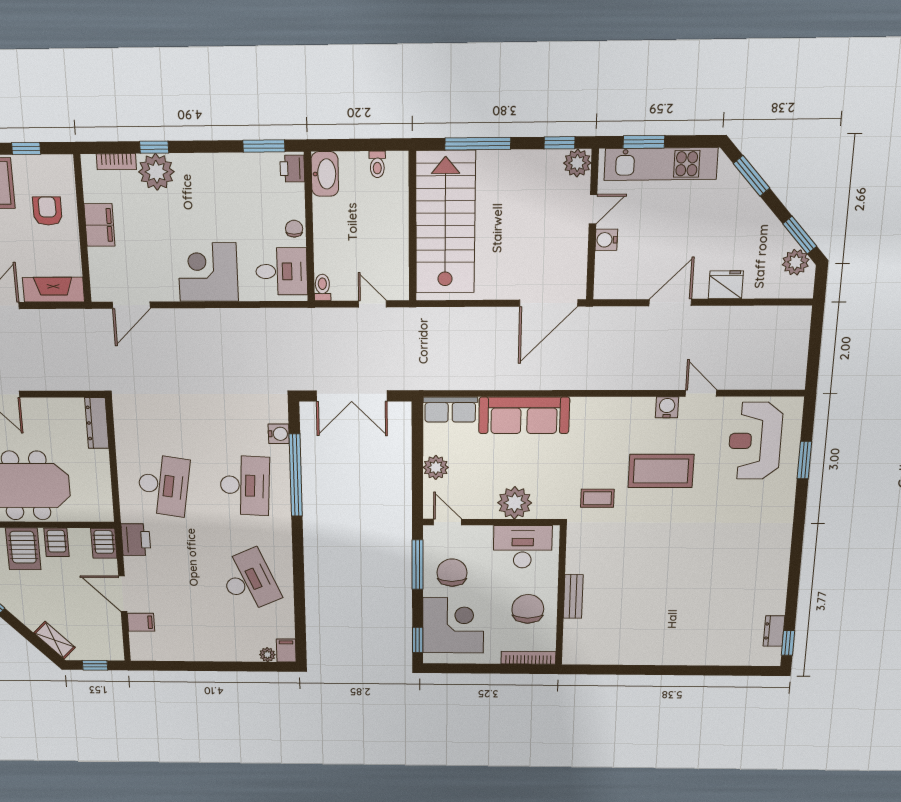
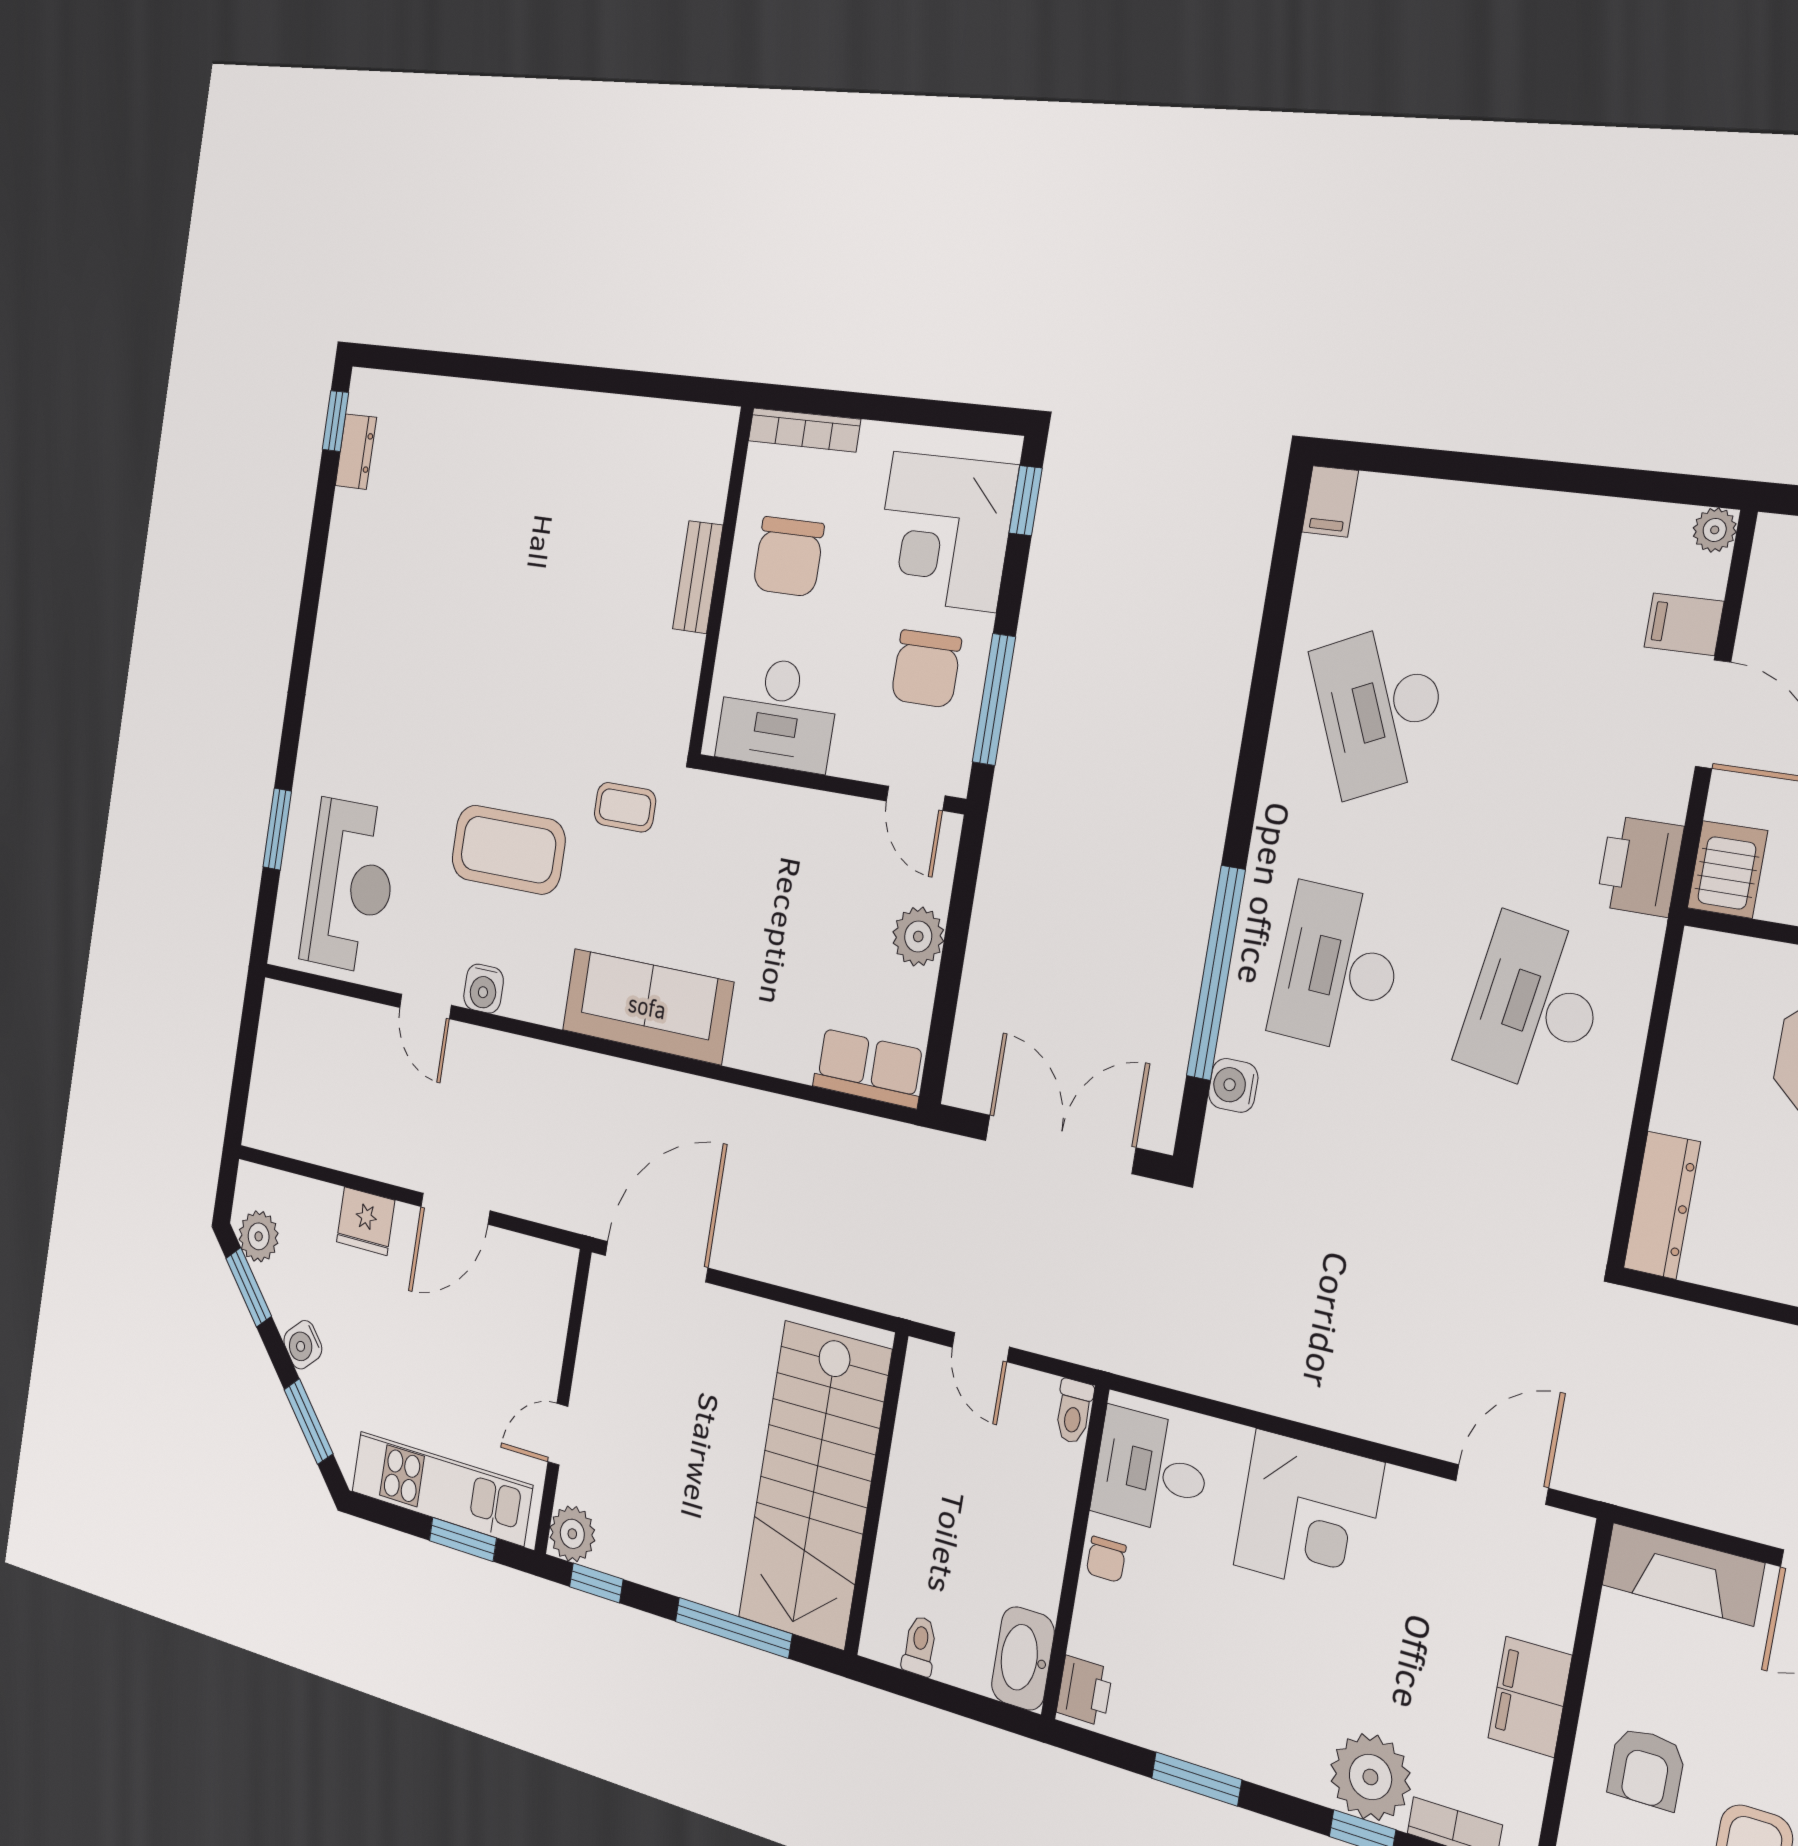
window: (264, 146) -> (1196, 1779), moved
water cooler: (606, 240) -> (303, 1345), moved, turned 138
sofa: (524, 415) -> (647, 1006), moved
plant: (515, 503) -> (778, 823), removed
plant: (267, 655) -> (1715, 530), moved

